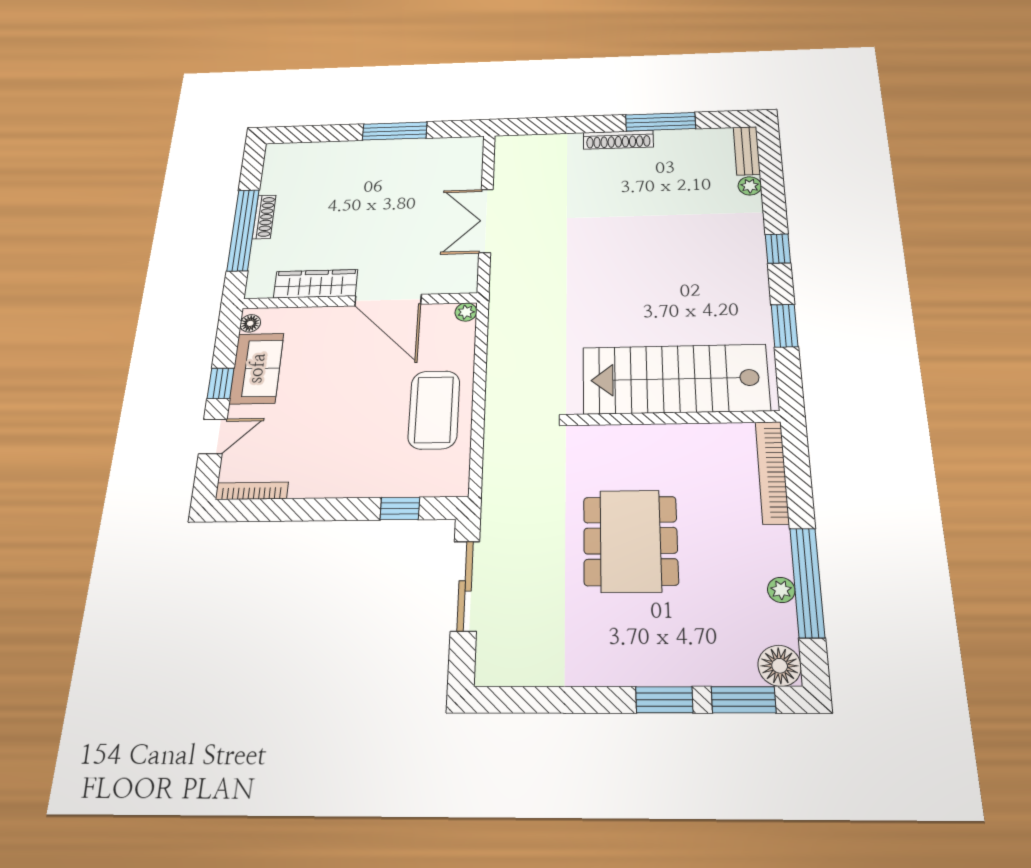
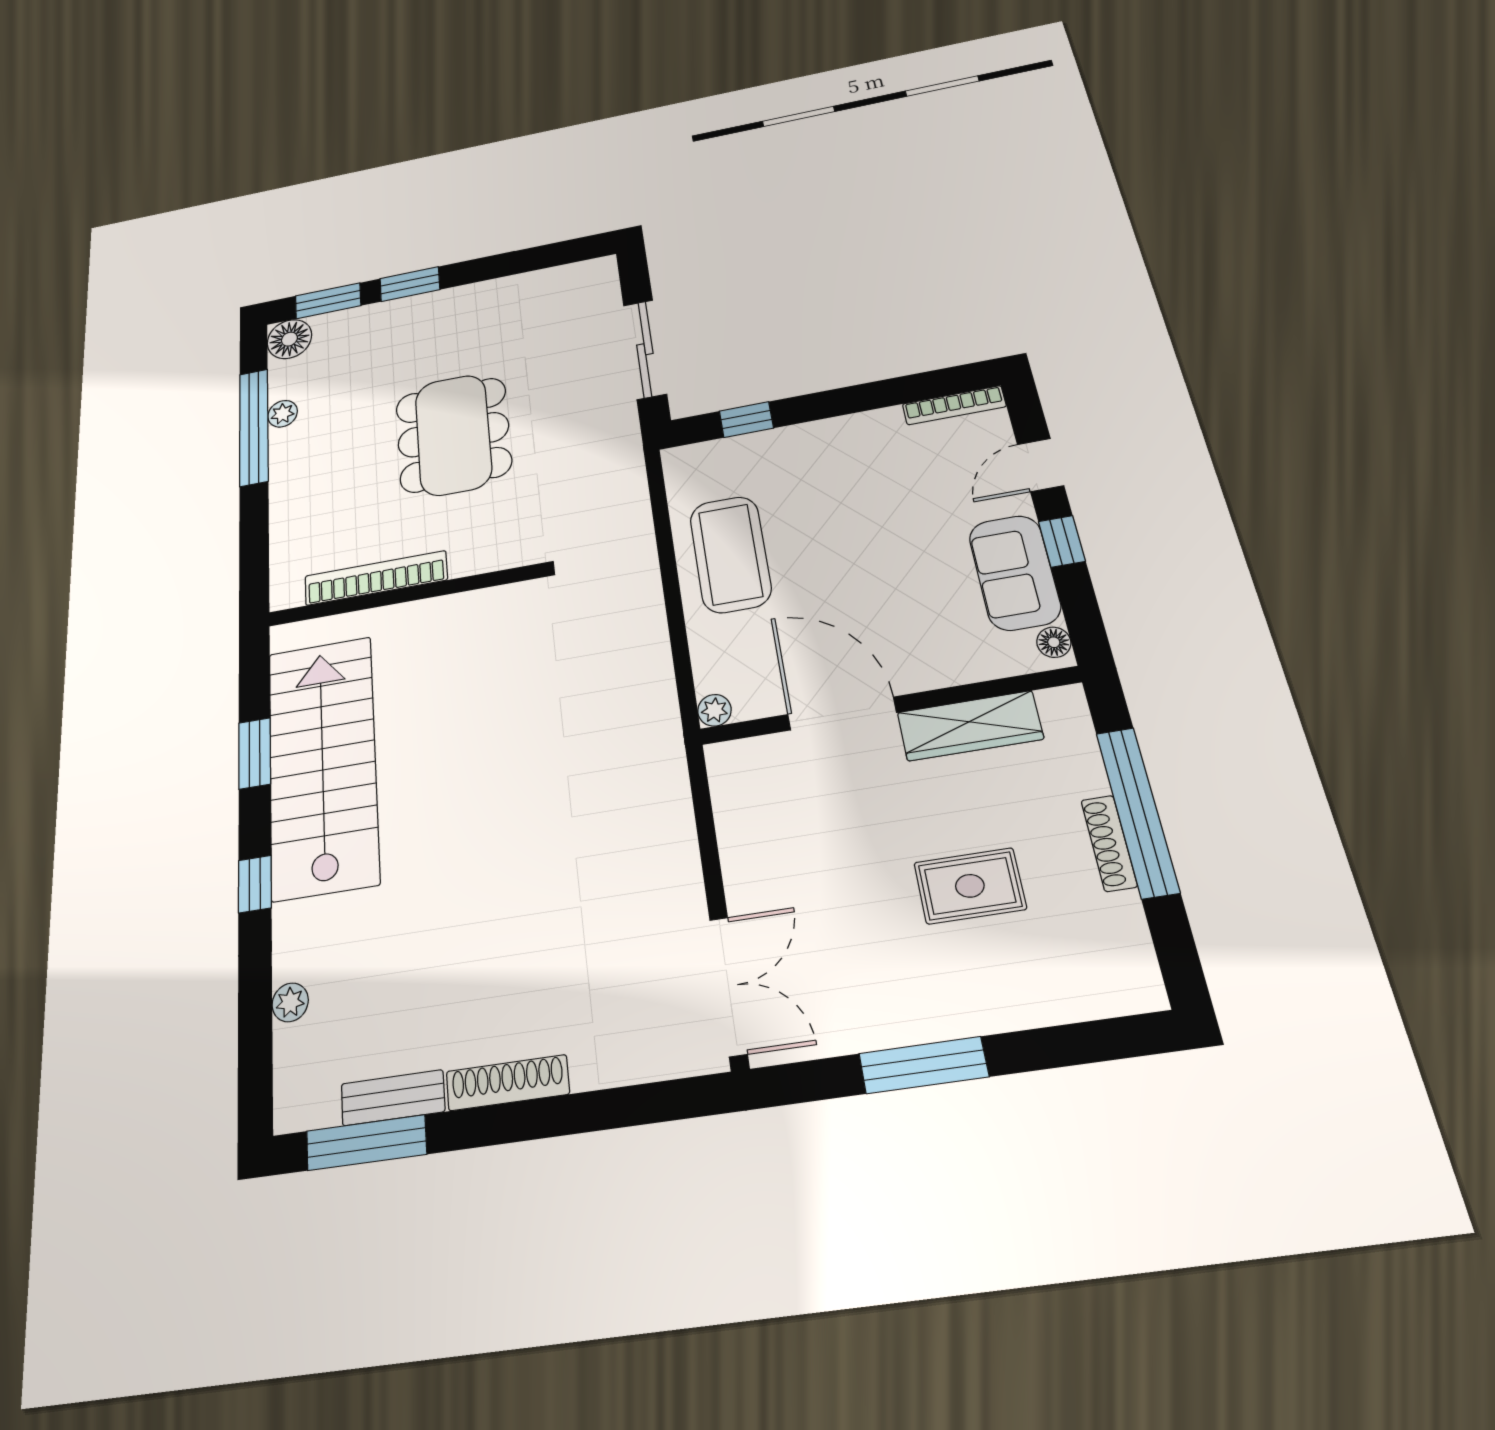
window: (661, 122) -> (366, 1143), moved
bench: (747, 151) -> (393, 1098), moved, turned 90
rug: (344, 205) -> (970, 886), added
double door: (486, 221) -> (728, 986), moved
stairs: (675, 379) -> (323, 765), moved, turned -90
bookcase: (772, 472) -> (376, 578), moved, turned -90

